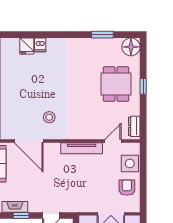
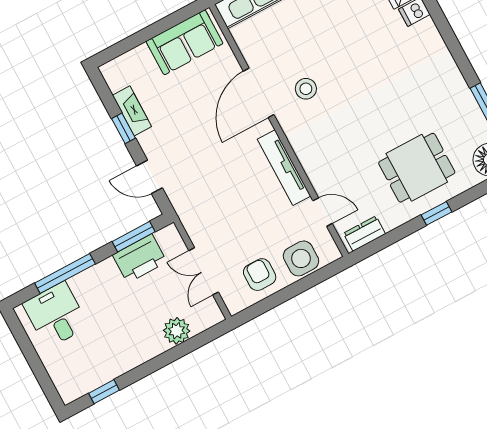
door: (29, 141) -> (259, 93), moved
armchair: (127, 188) -> (260, 275), turned -90

